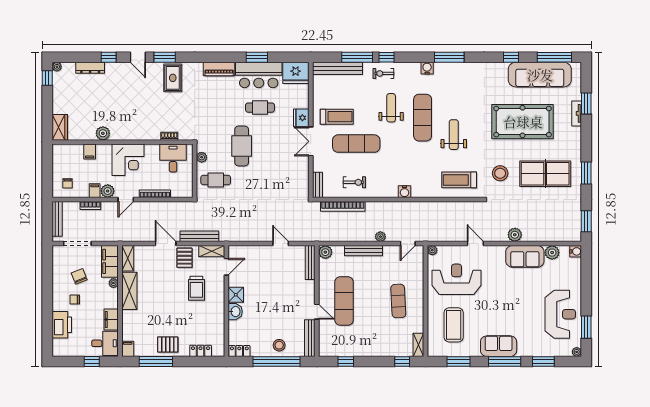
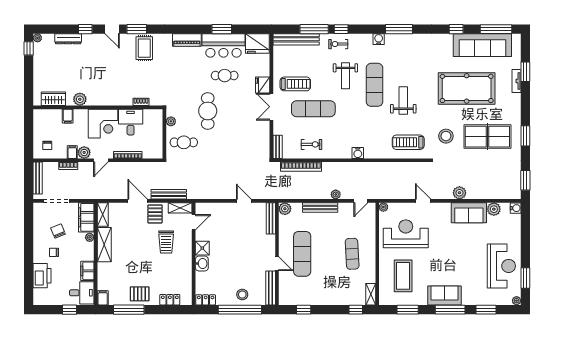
weight bench: (391, 108) -> (345, 76), turned 180
wardrobe: (60, 127) -> (53, 99), moved, turned -90
desk: (173, 158) -> (131, 122), moved

